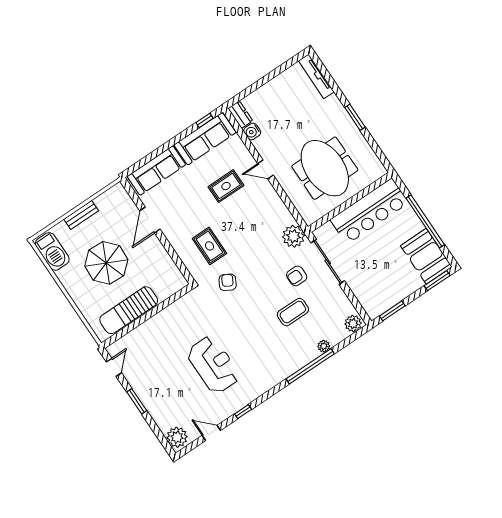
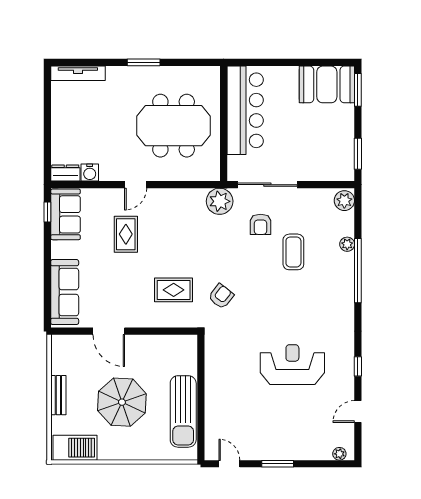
sofa: (205, 139) -> (66, 214), width x0.73
window: (425, 221) -> (292, 62), removed
armchair: (228, 282) -> (221, 296), turned 99
plant: (177, 437) -> (339, 454), width x0.53, depth x0.53

